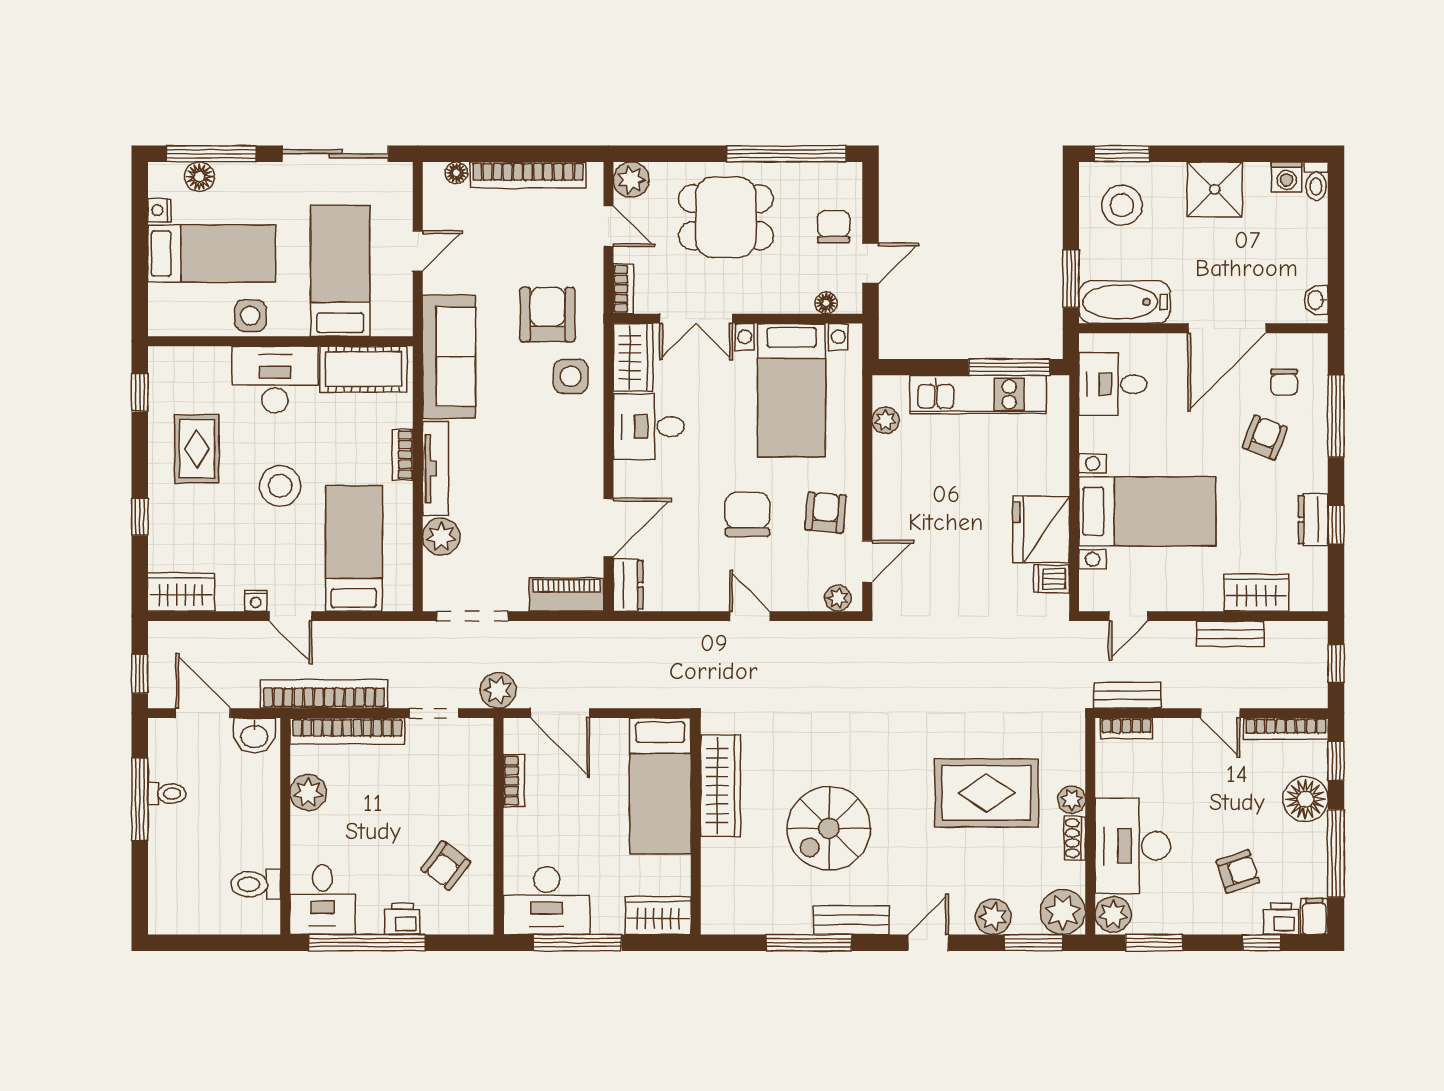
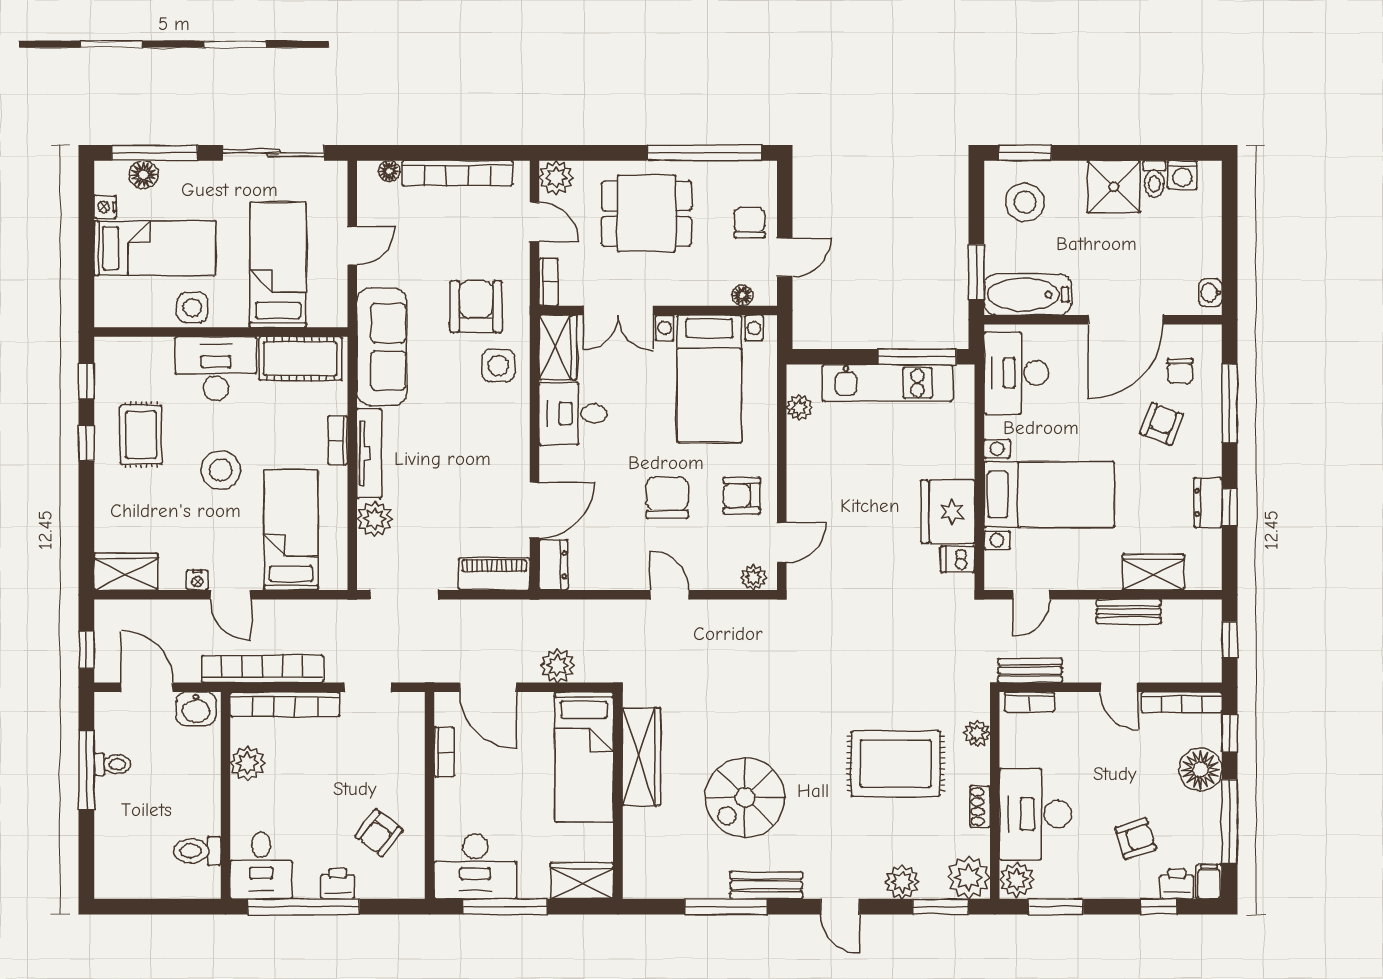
toilet: (1316, 181) -> (1154, 179), moved
desk: (1113, 384) -> (1016, 373), width x1.37
armchair: (826, 512) -> (742, 496), turned -95
window: (140, 517) -> (86, 443), moved
plant: (498, 690) -> (558, 666), moved
plant: (1072, 800) -> (977, 733), moved
door: (928, 943) -> (840, 907), swing flipped

